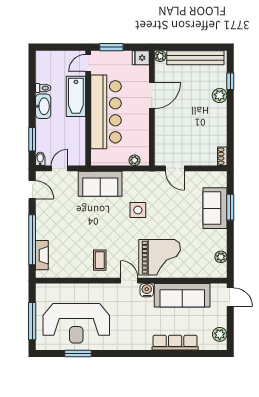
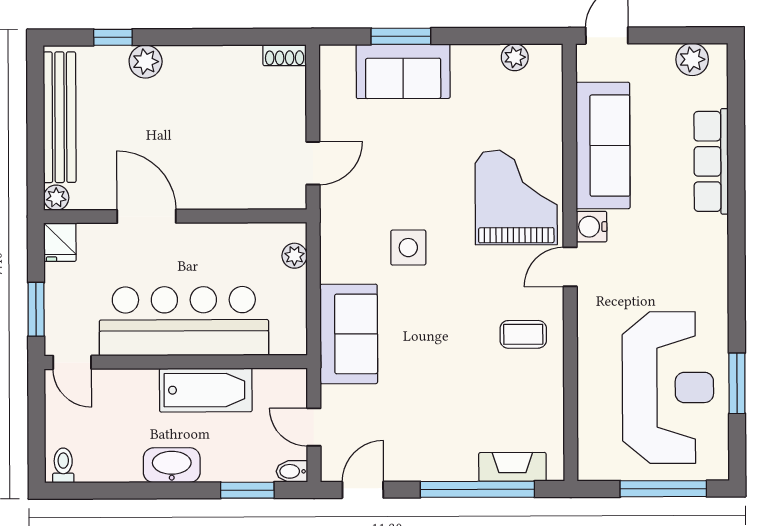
toilet: (43, 88) -> (63, 465), moved
bathtub: (76, 96) -> (206, 390), moved

